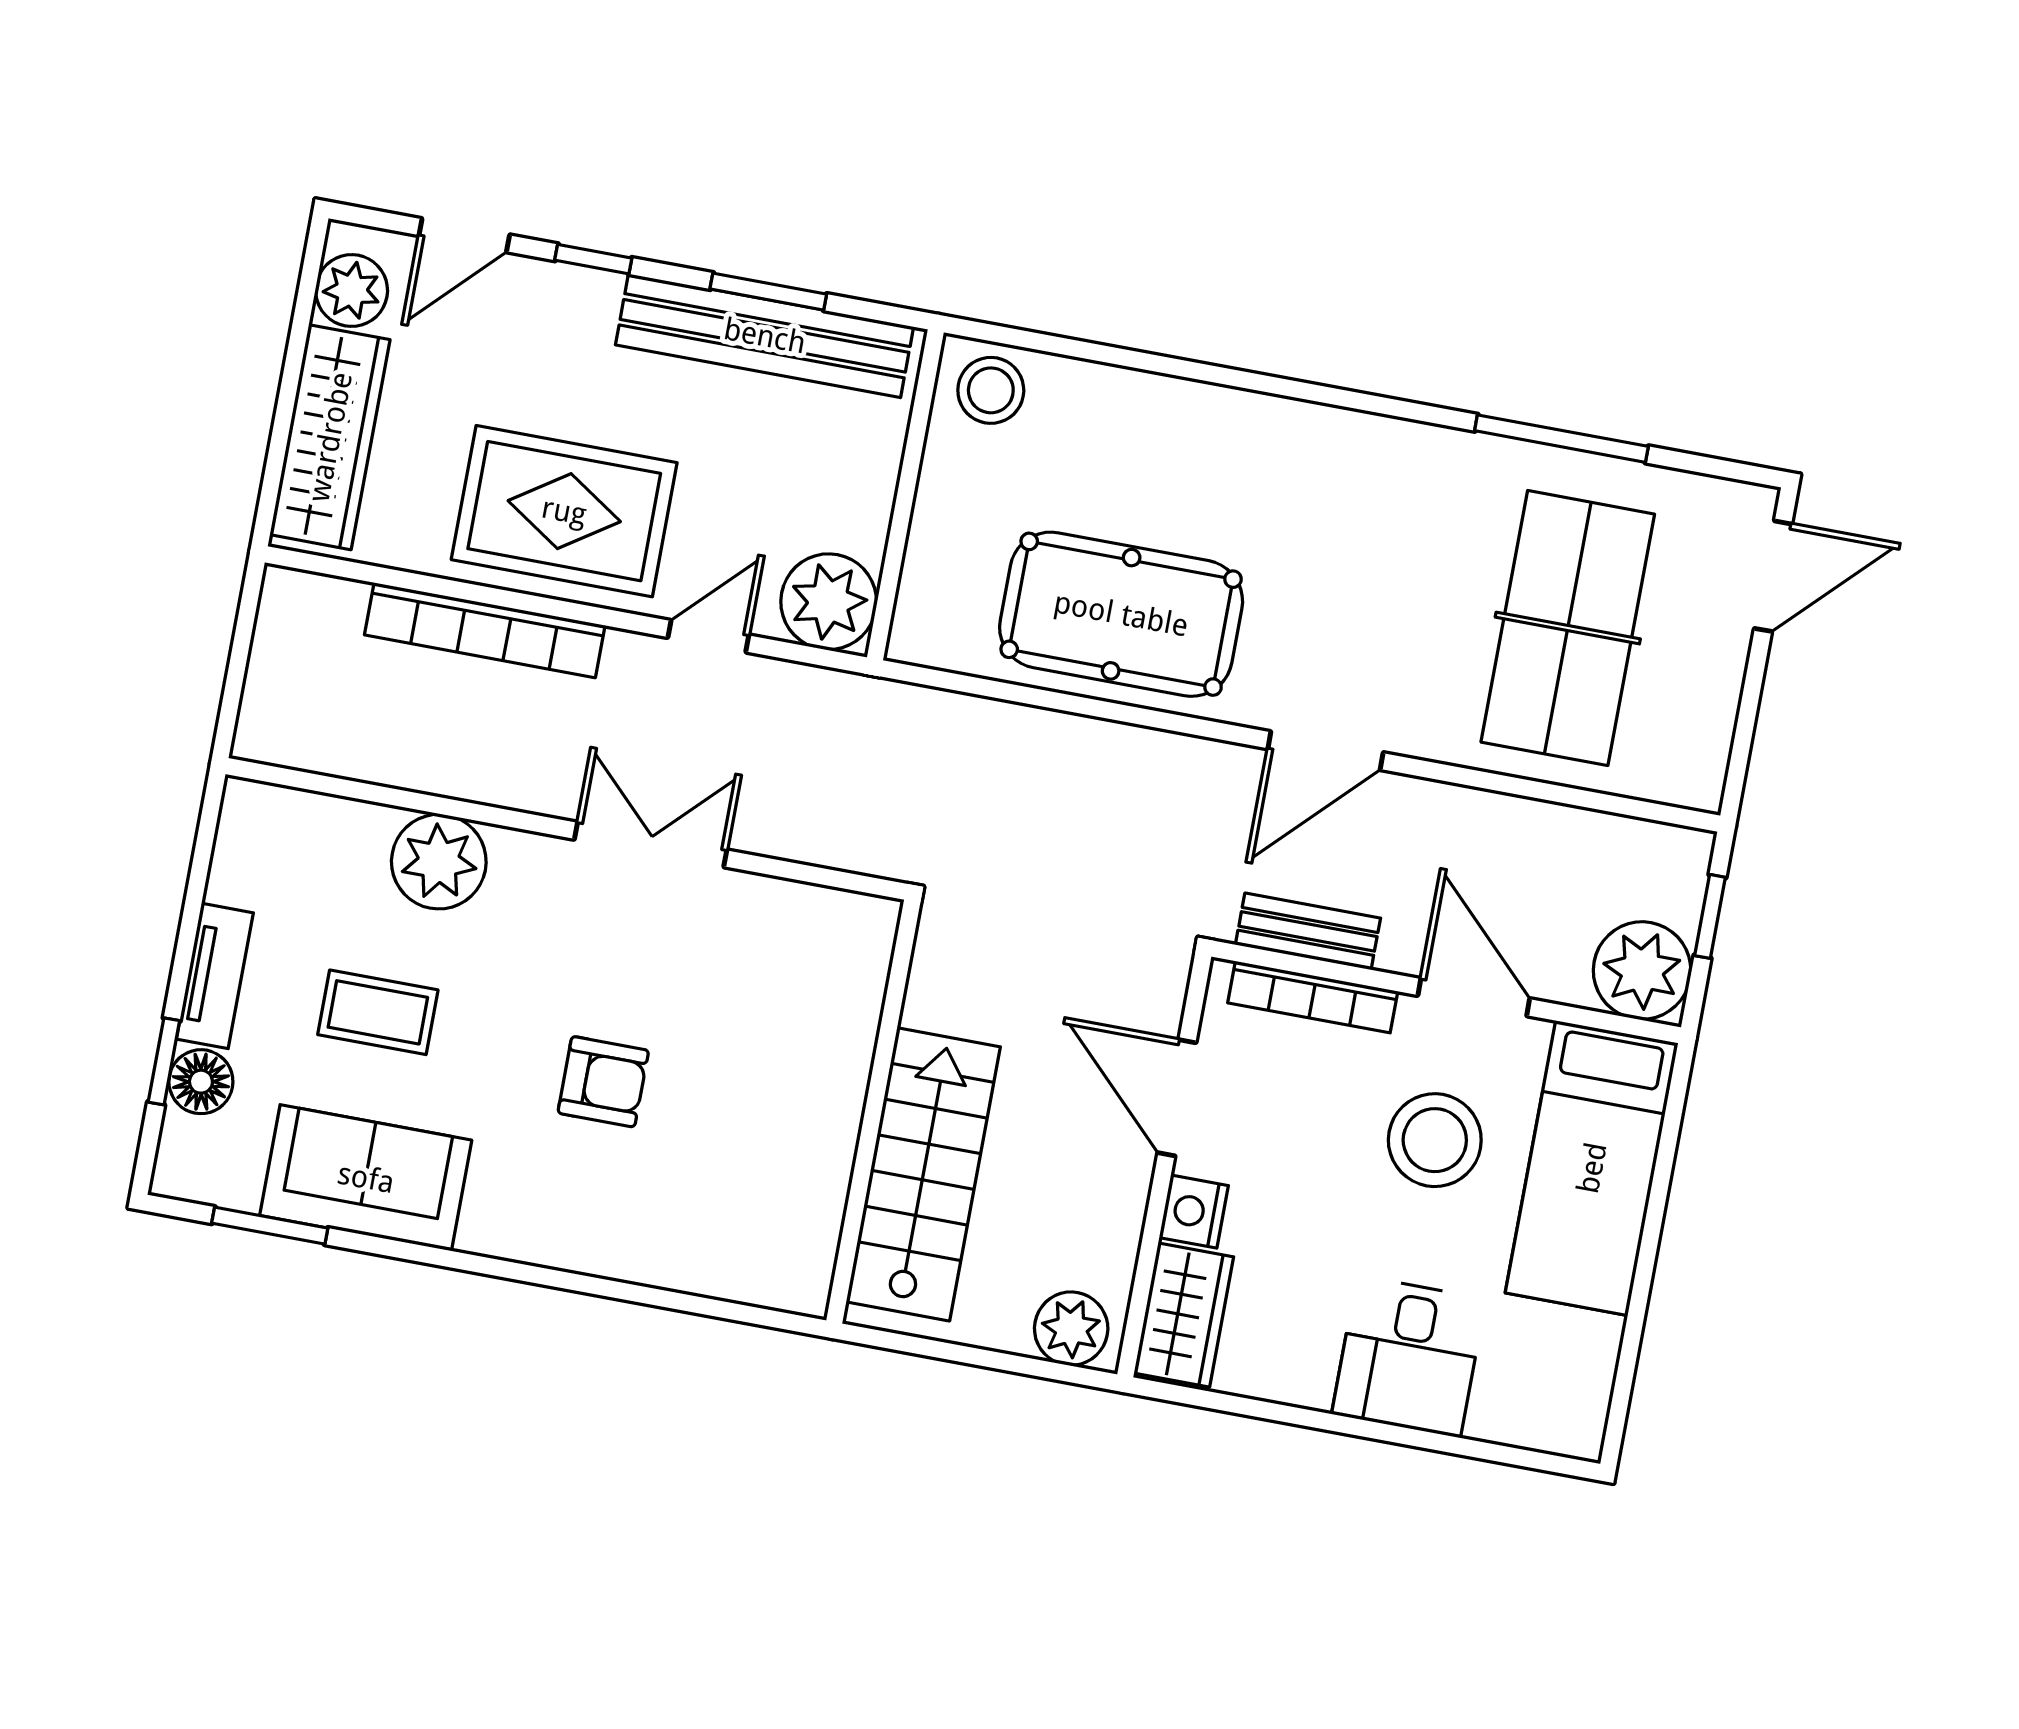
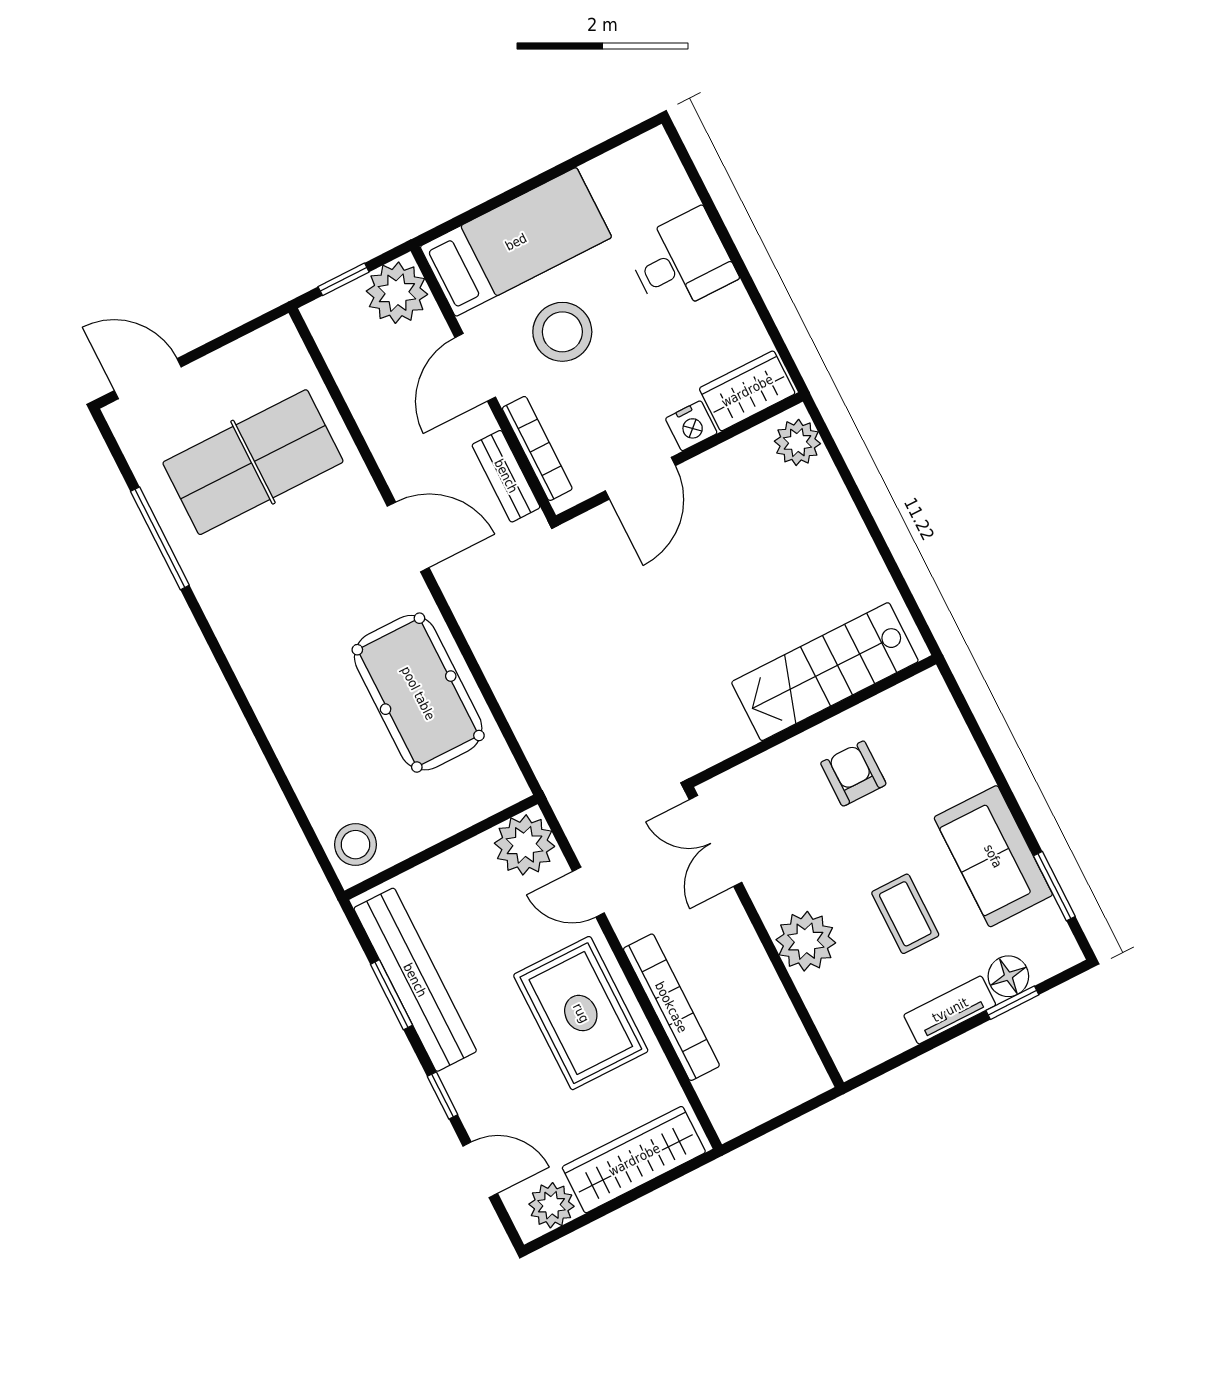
wall: (873, 1112) -> (813, 721), moved
stairs: (923, 1174) -> (825, 672), moved

